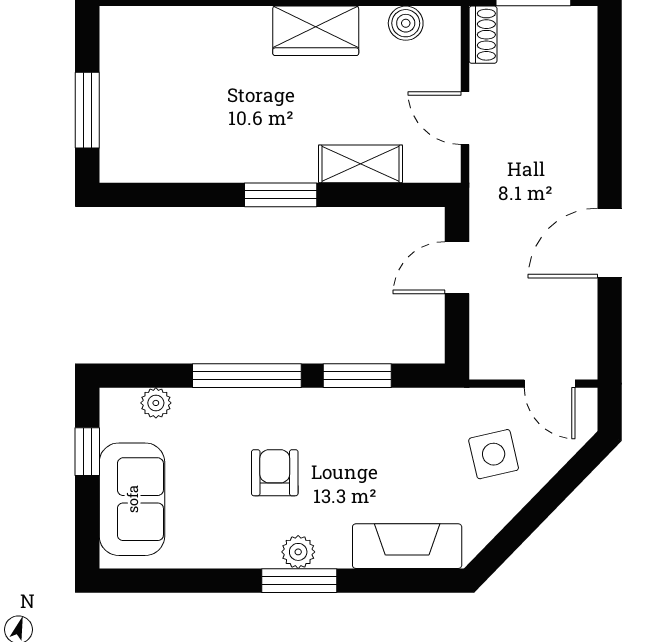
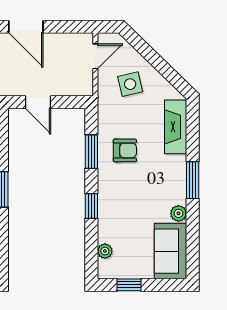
window: (247, 376) -> (91, 206), width x0.46
armchair: (275, 473) -> (125, 150), moved, turned 180
sofa: (132, 499) -> (171, 251), moved, turned -90
plant: (298, 552) -> (178, 213), moved

